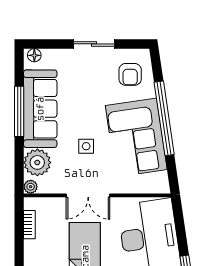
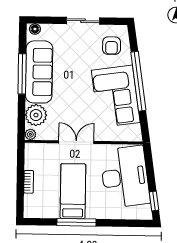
side table: (86, 146) -> (75, 103), removed
double door: (88, 195) -> (76, 142), swing flipped
bookcase: (29, 225) -> (29, 182), moved

